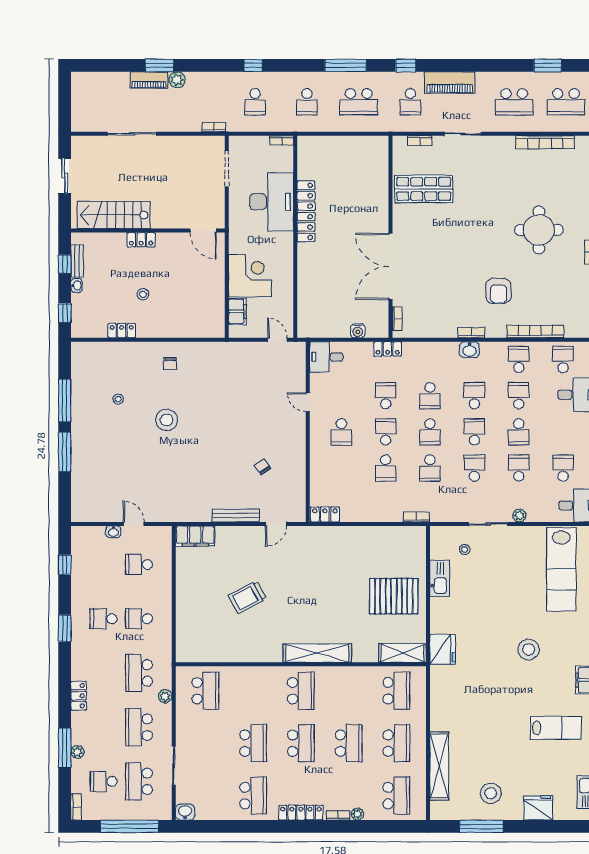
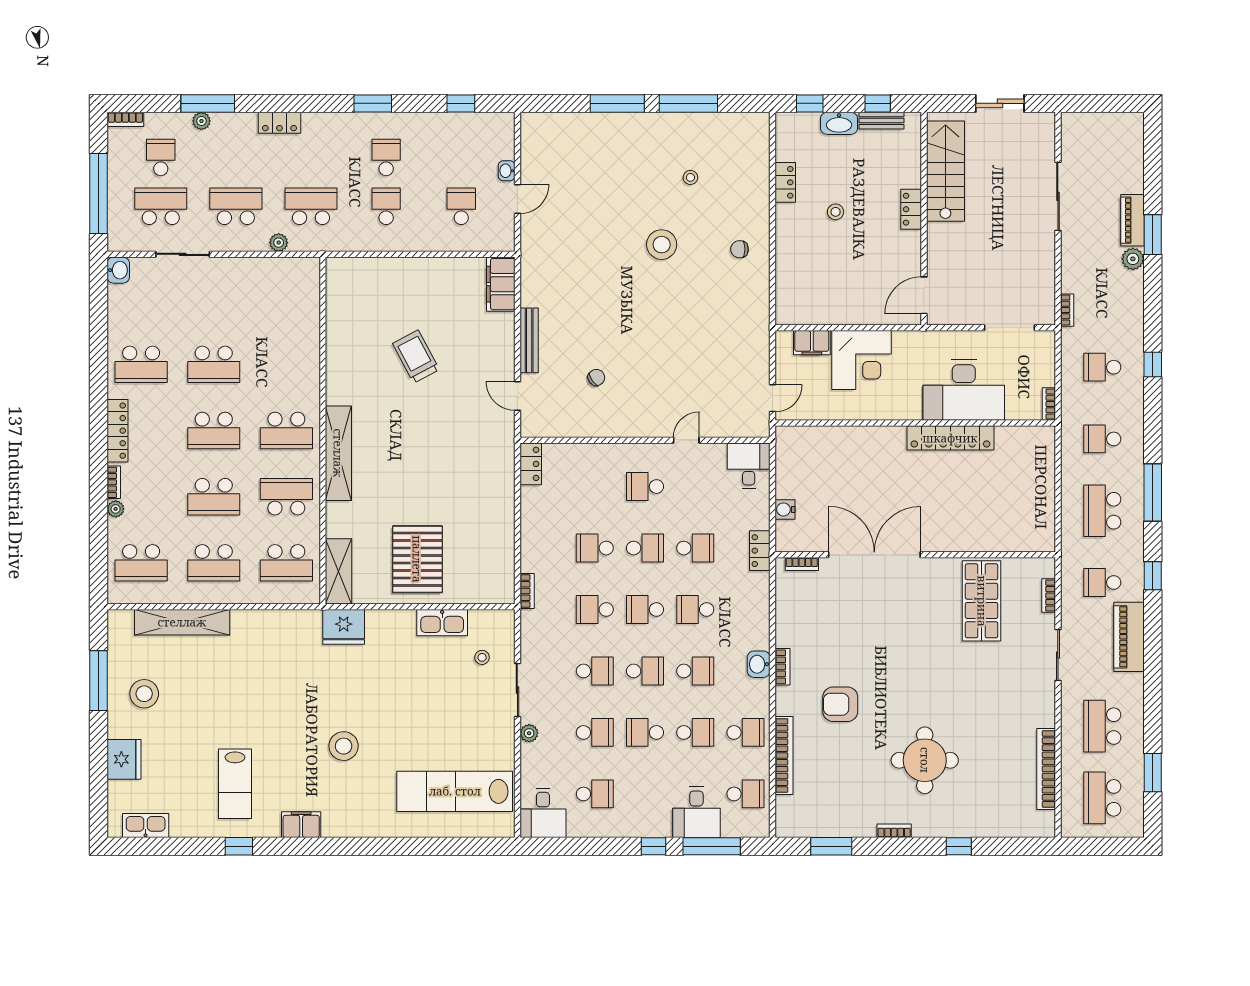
washbasin: (77, 285) -> (839, 123), width x1.91, depth x1.45
school desk: (205, 691) -> (286, 497), moved, turned 180

